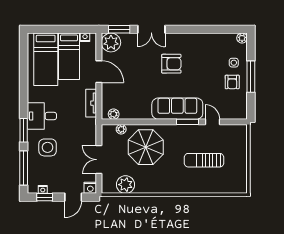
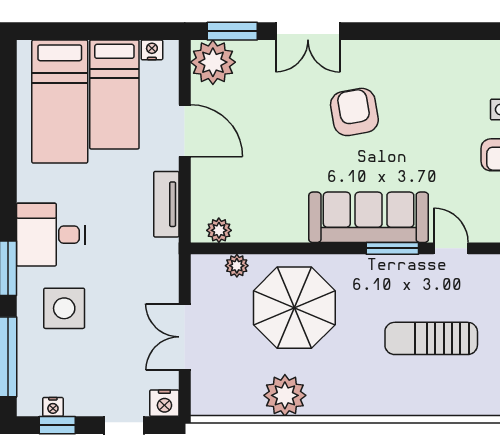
armchair: (171, 64) -> (354, 112), turned -100
plant: (126, 185) -> (285, 395), moved

